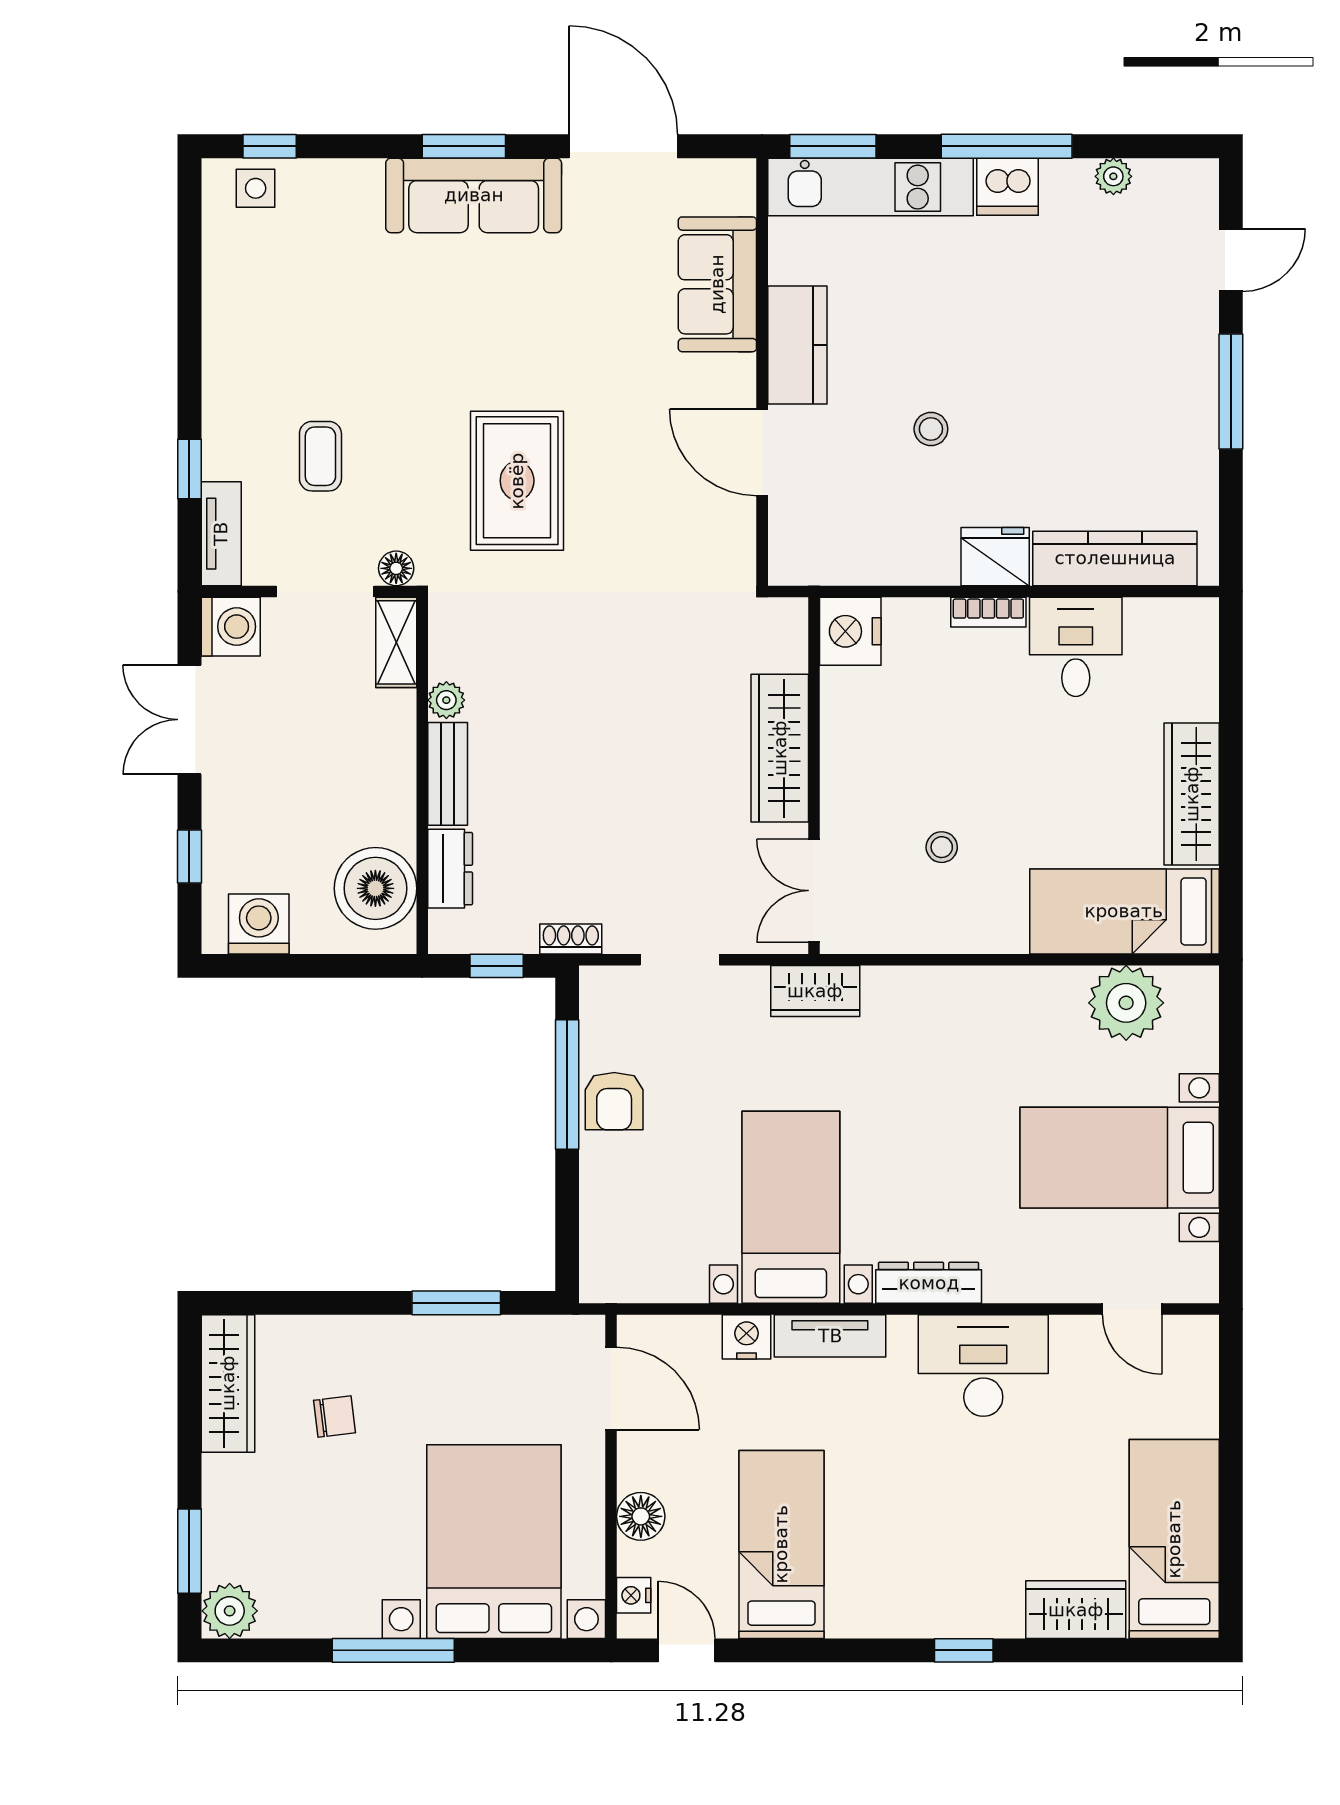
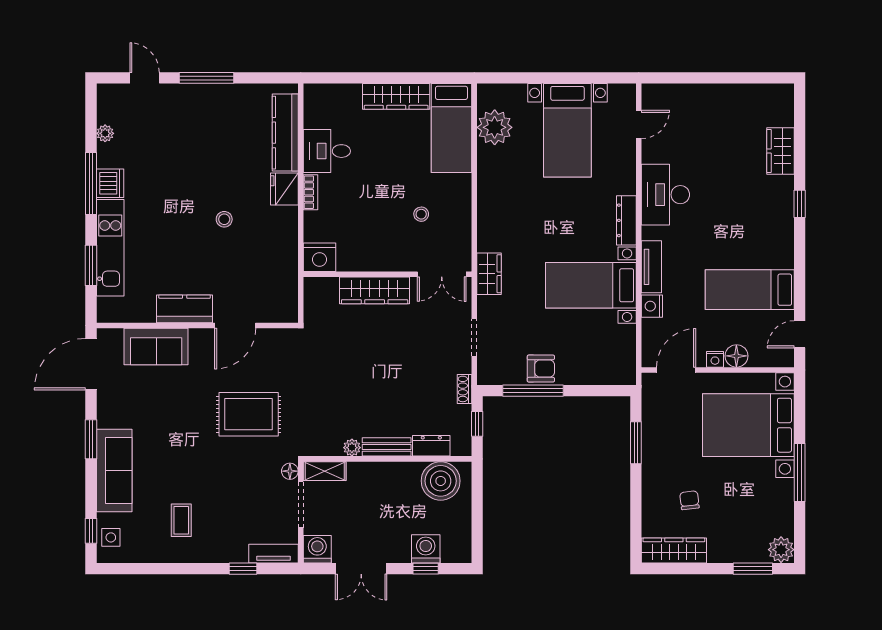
sofa: (474, 195) -> (114, 471), moved
sofa: (717, 284) -> (156, 347), moved
kitchen counter: (797, 345) -> (185, 309), moved
wall: (762, 372) -> (197, 325), moved
door: (762, 452) -> (235, 325), moved
coffee table: (320, 456) -> (181, 520), moved, turned 90
washing machine: (259, 924) -> (426, 549), moved, turned 90
bed: (1174, 1539) -> (747, 105), removed
nightstand: (634, 1595) -> (715, 359), moved

